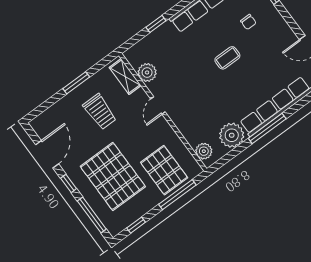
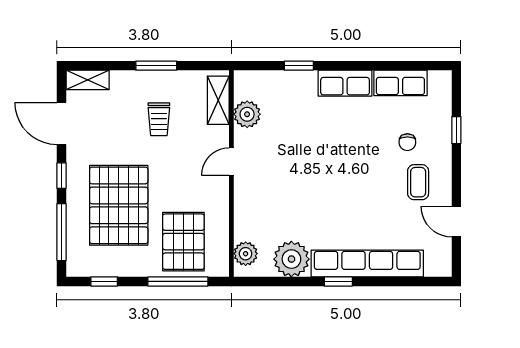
coffee table: (227, 58) -> (418, 182), moved, turned 90
trolley: (100, 112) -> (159, 119), width x0.73, depth x0.72
shelving: (44, 119) -> (88, 80), added
window: (267, 128) -> (338, 281), width x0.46
door: (47, 154) -> (62, 124), swing flipped

